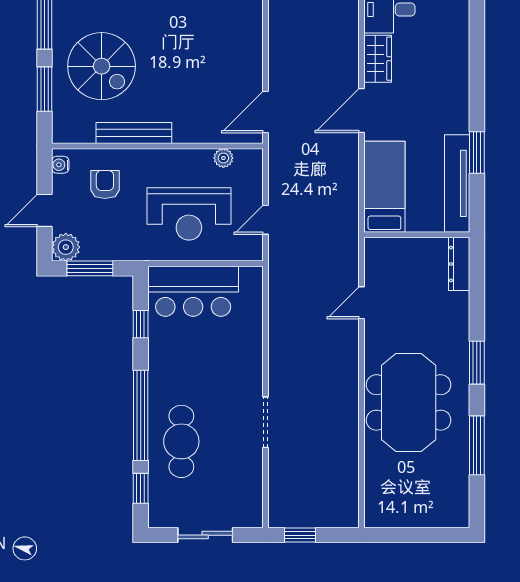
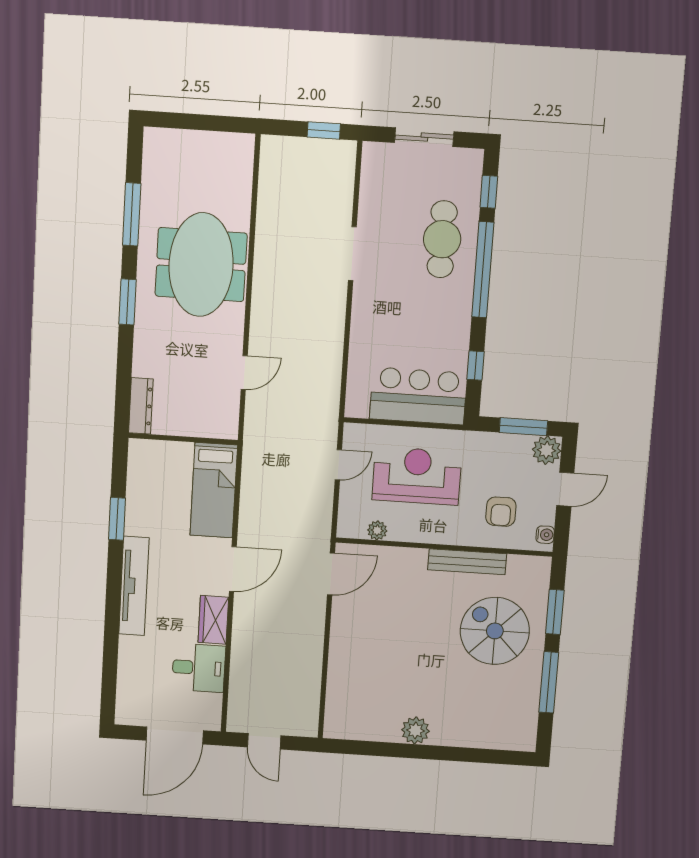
tv unit: (457, 183) -> (134, 586), moved

